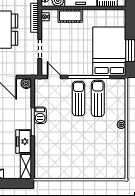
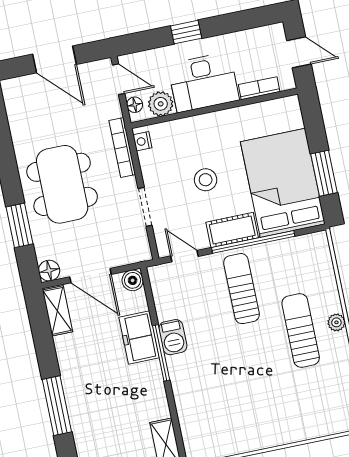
cot: (70, 16) -> (232, 230), moved
stool: (72, 42) -> (206, 180), added
sun lounger: (98, 98) -> (301, 331), moved
freezer: (24, 142) -> (139, 338), moved

